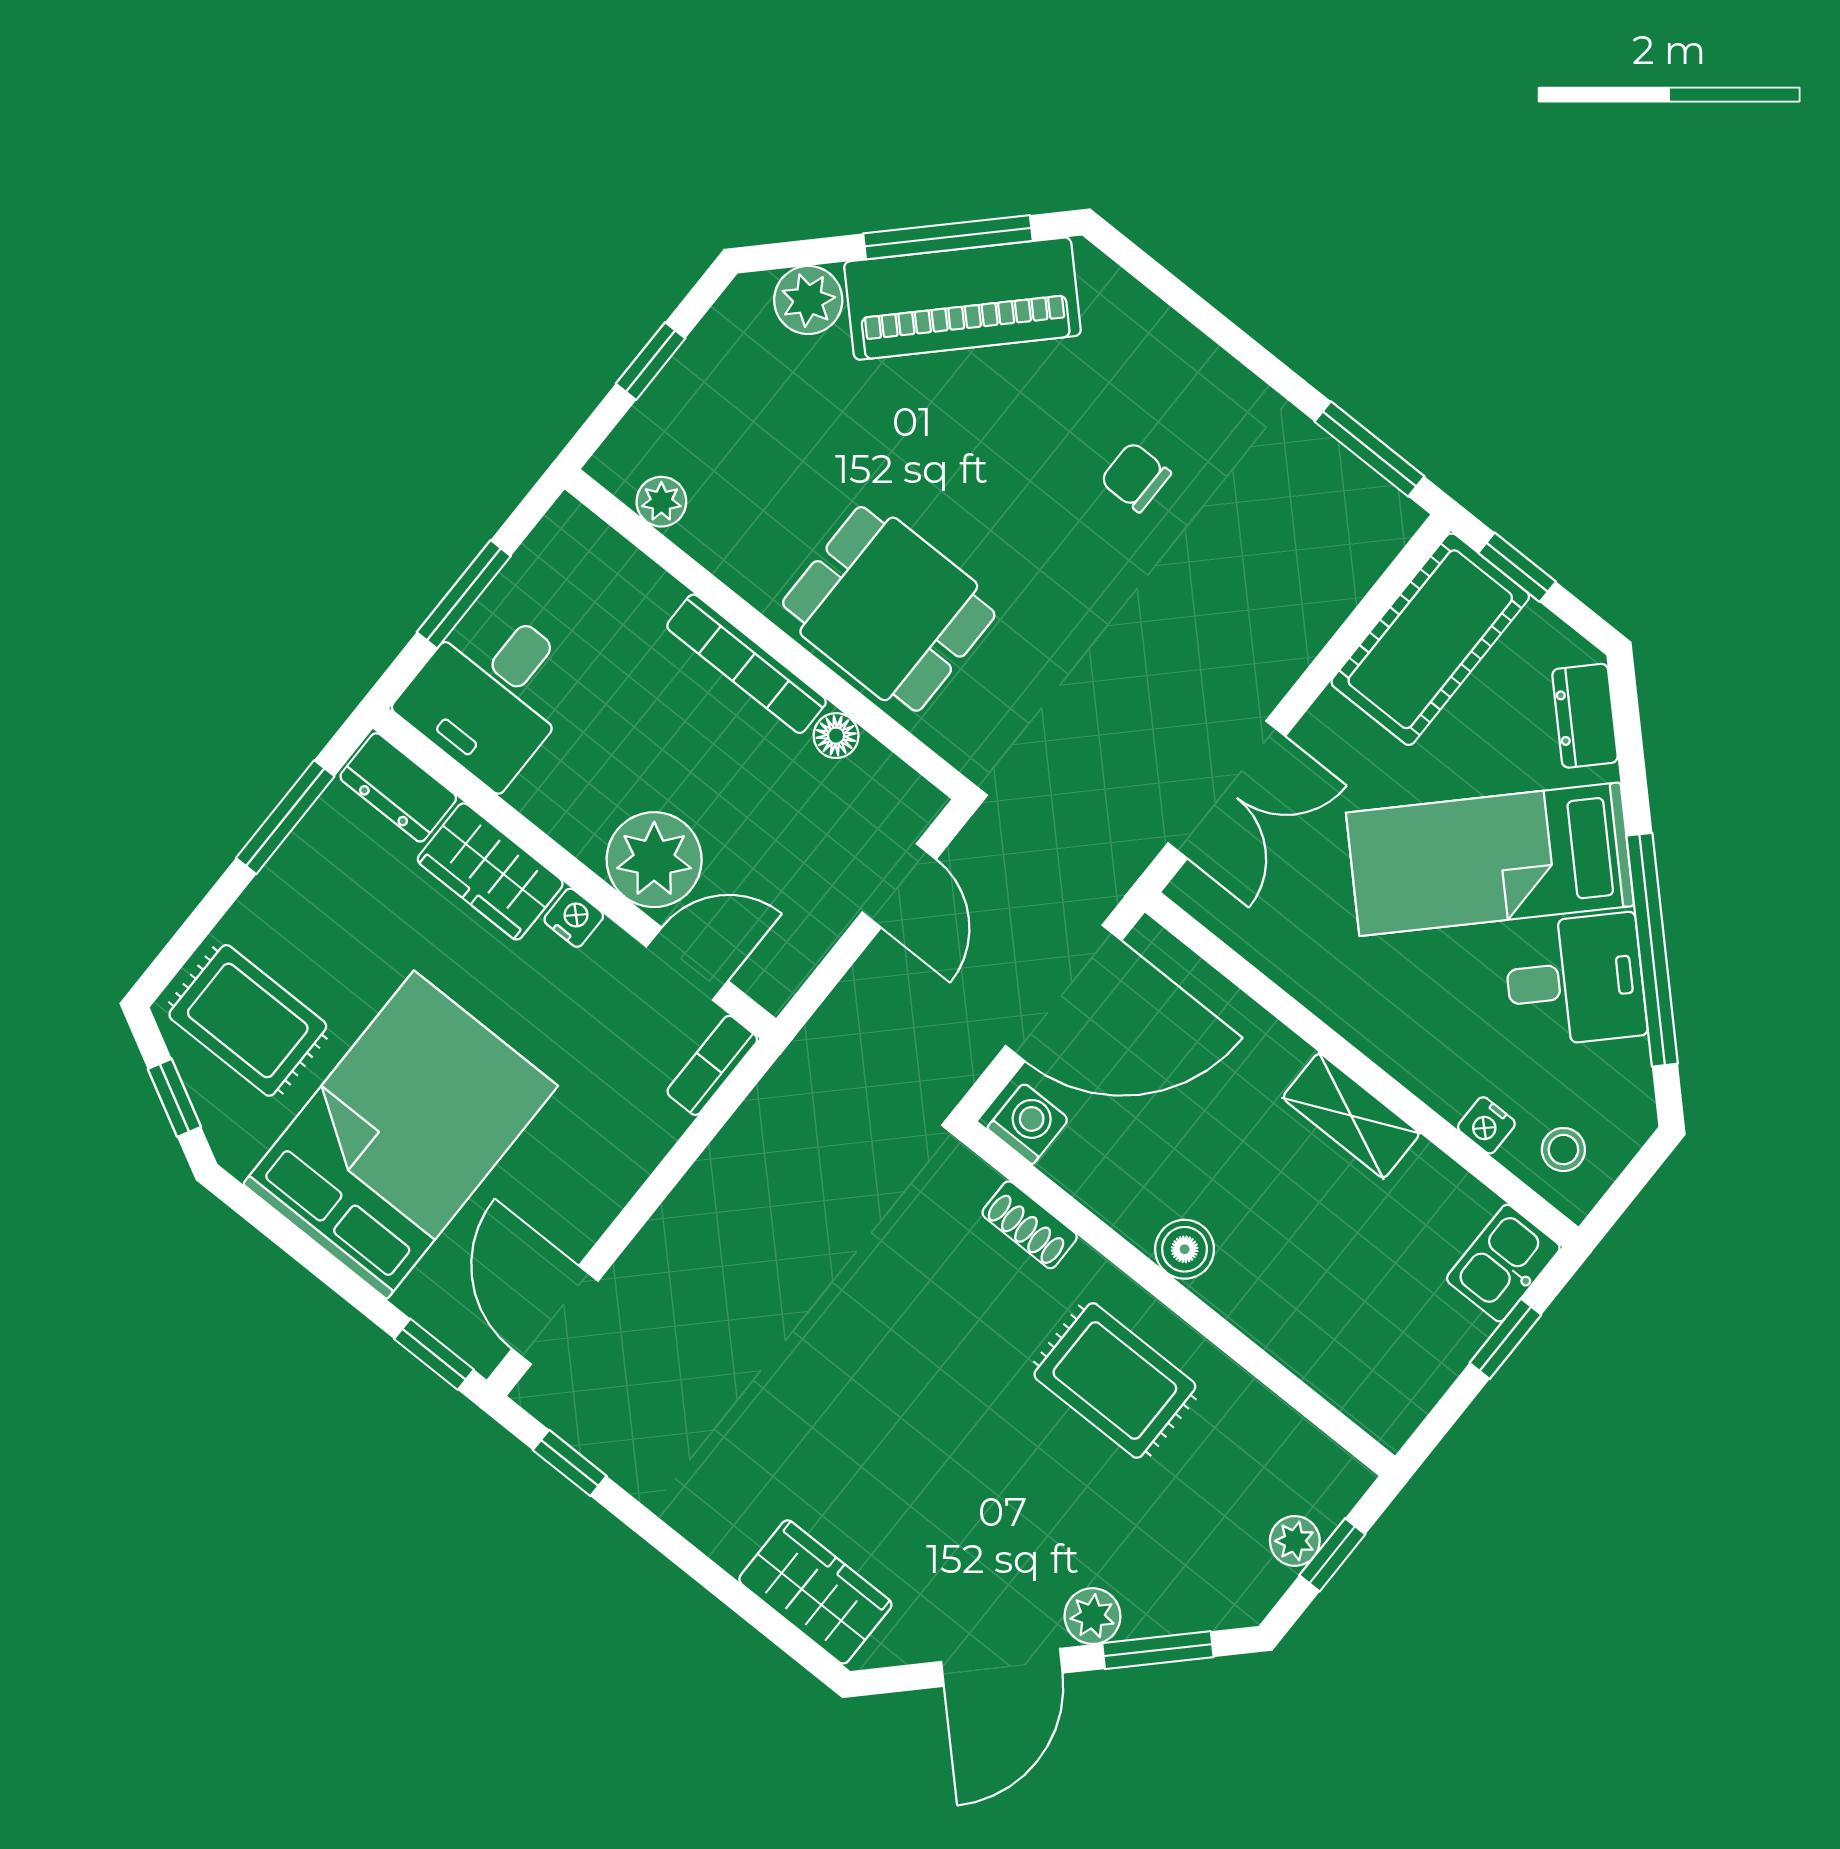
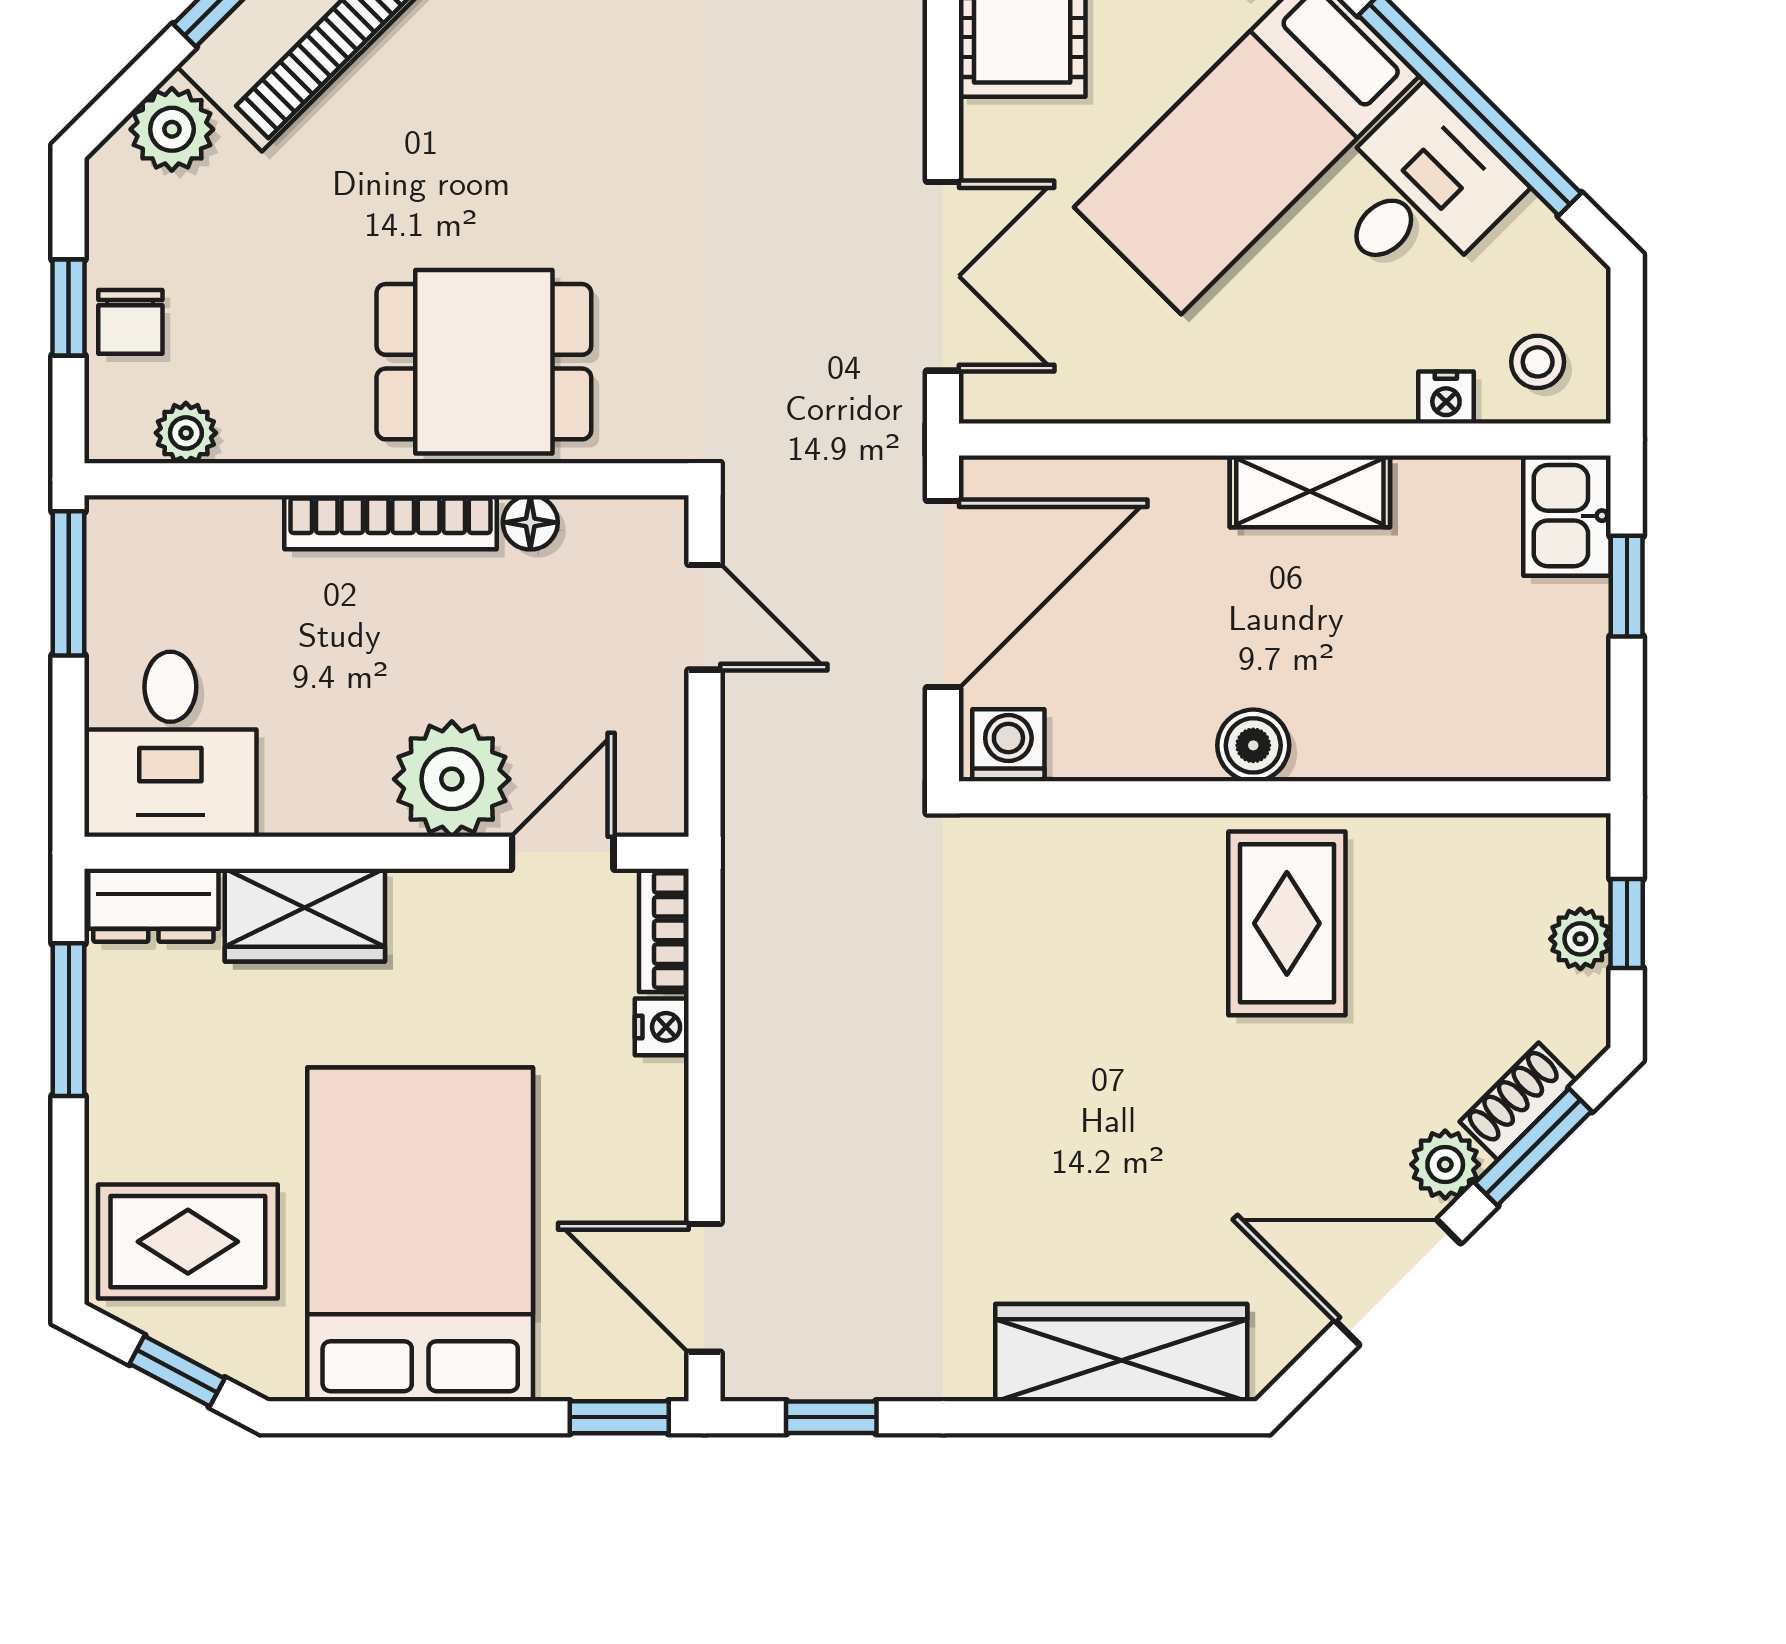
chair: (1136, 477) -> (130, 322), moved, turned -90
window: (464, 594) -> (69, 583), moved
nightstand: (574, 918) -> (662, 1027), moved, turned 90
shoe rack: (1030, 1225) -> (1518, 1101), moved, turned 135
rug: (1115, 1380) -> (1287, 923), turned 90
wardrobe: (815, 1592) -> (1121, 1353), width x1.50
door: (1002, 1667) -> (1398, 1282), swing flipped

